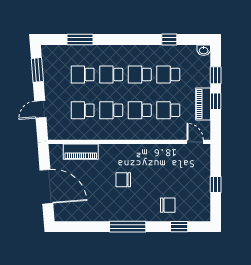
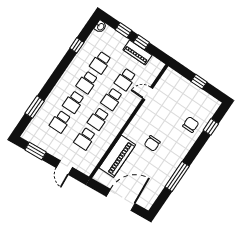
door: (195, 142) -> (148, 93), moved
piano: (81, 152) -> (117, 156), width x1.37, depth x1.33
window: (128, 227) -> (177, 177), moved

